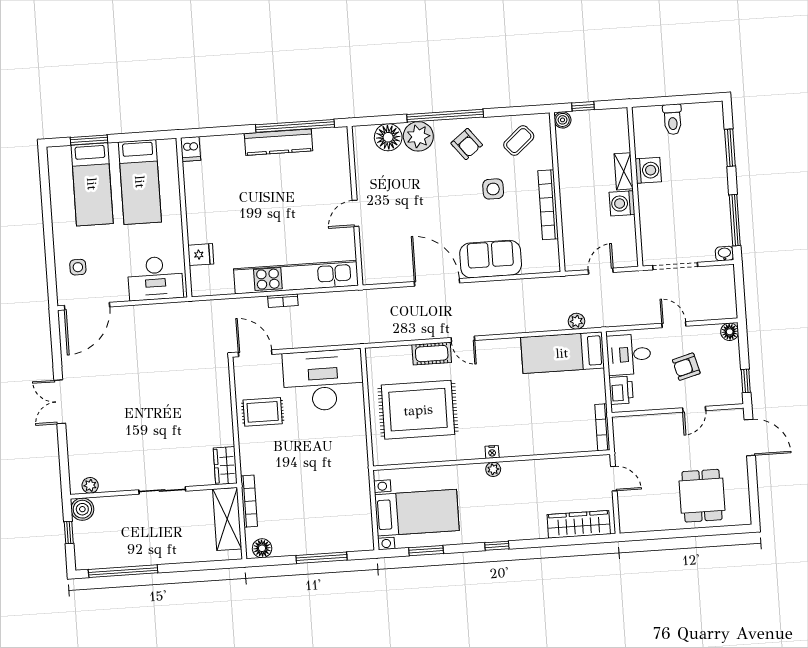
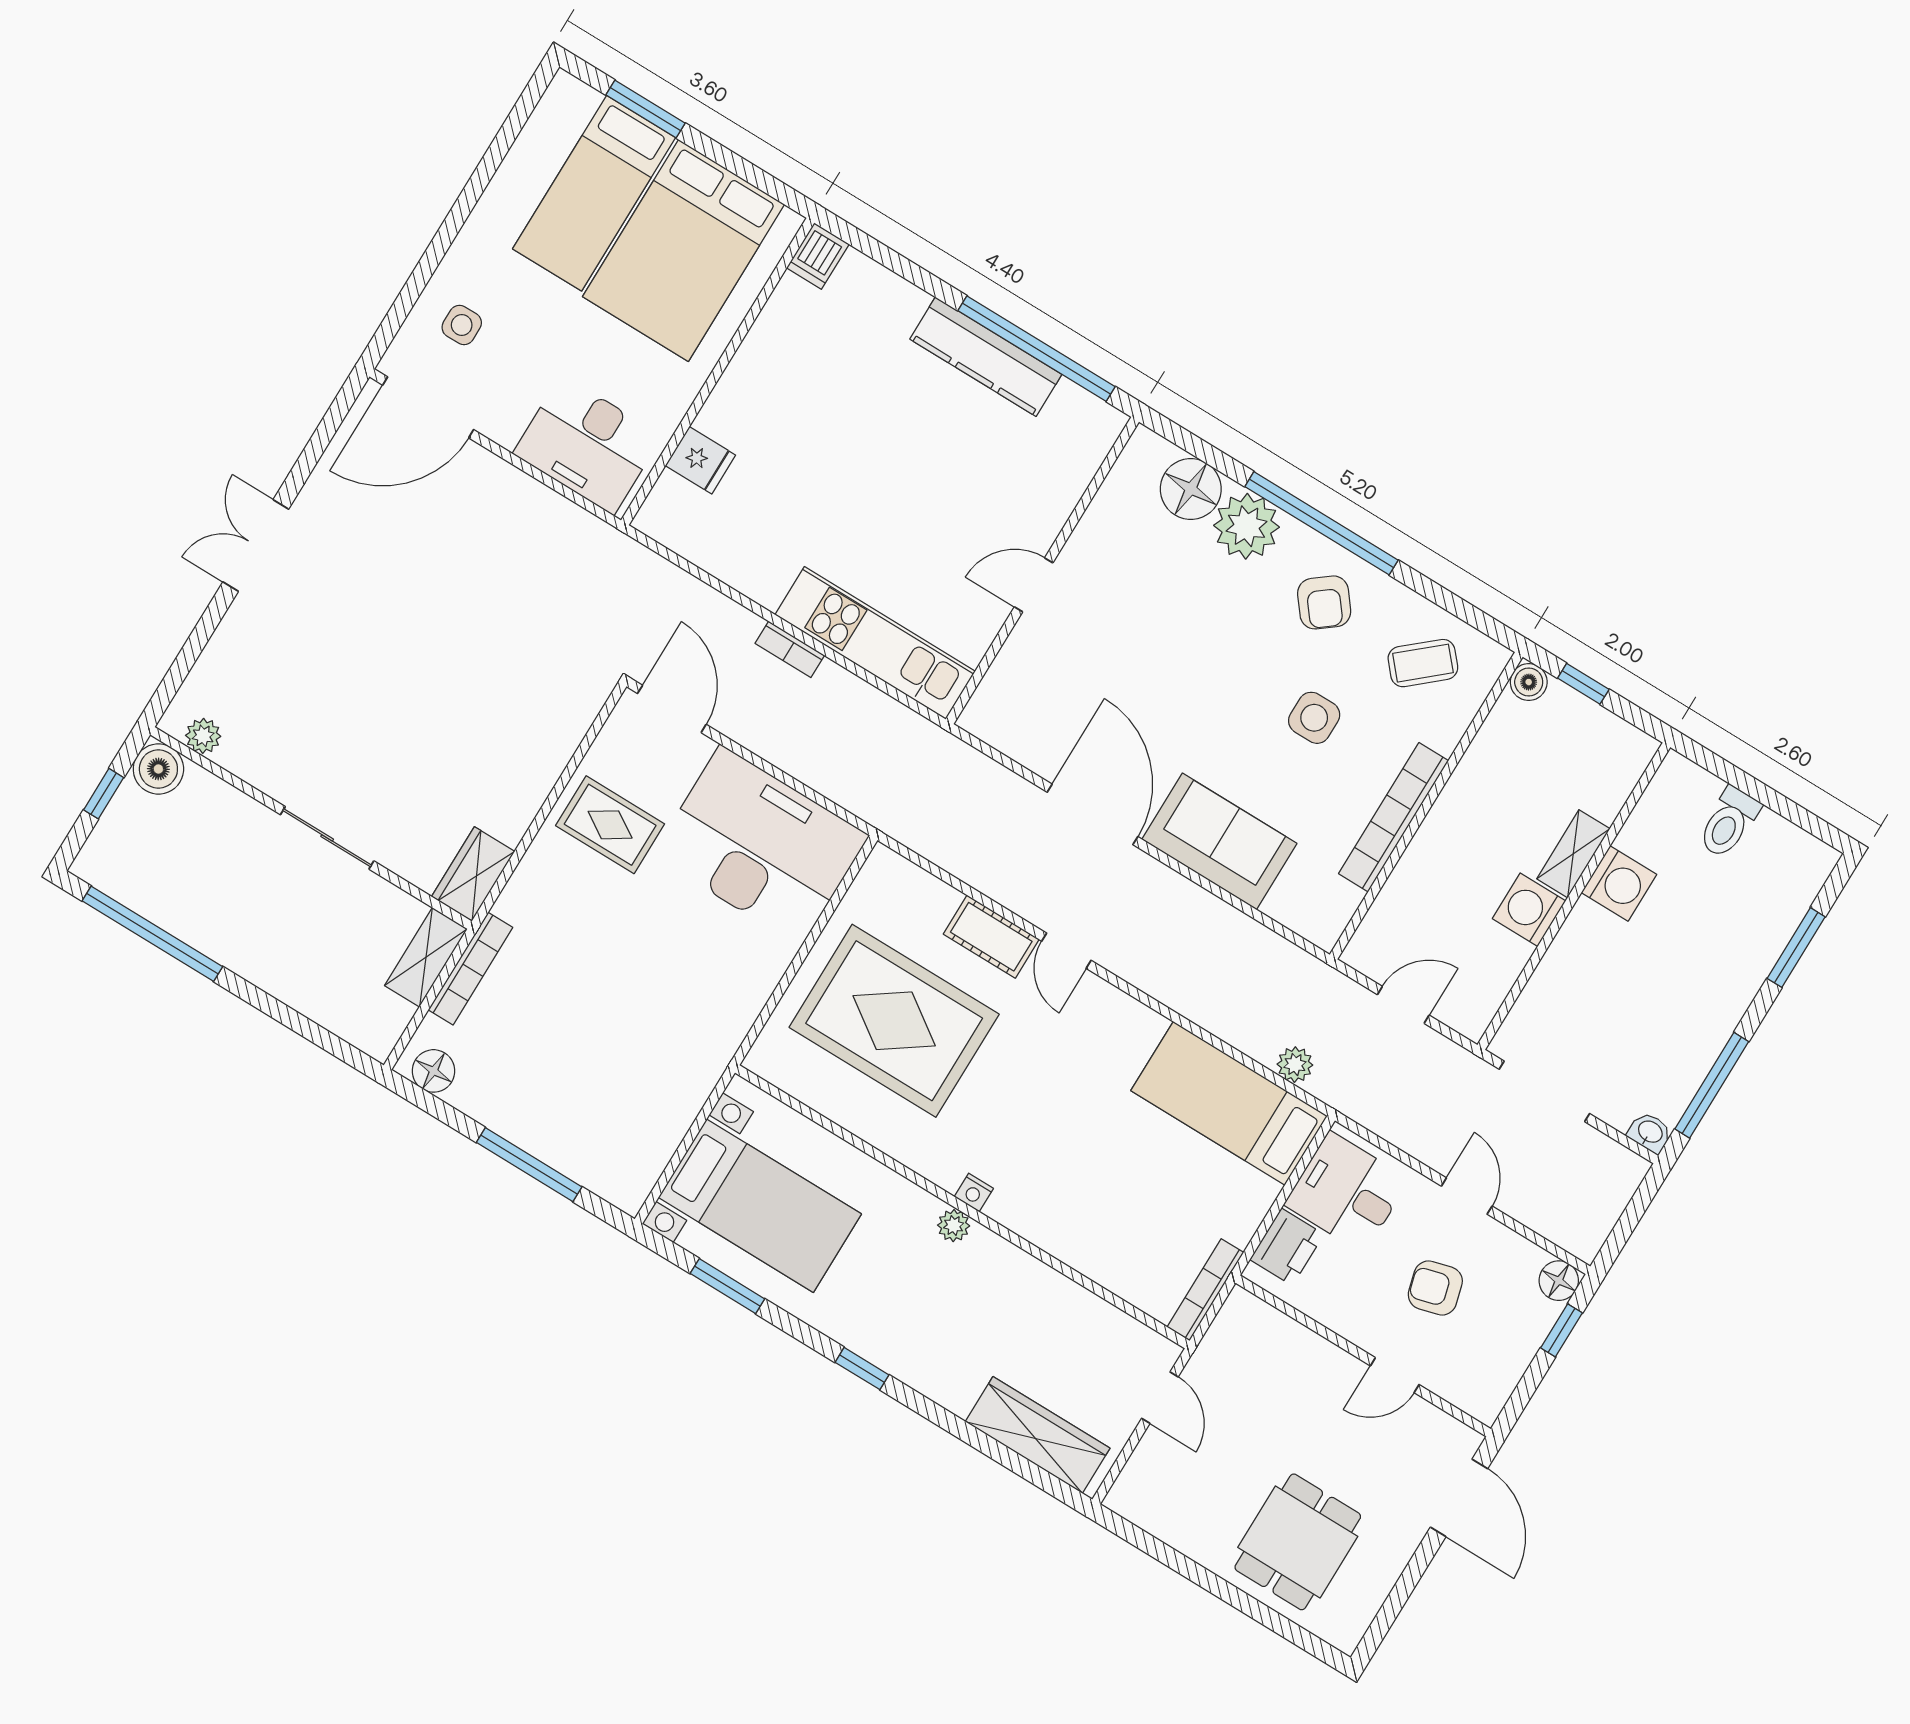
bed: (140, 182) -> (684, 251), width x1.50
kitchen unit: (296, 277) -> (875, 643), width x0.73
window: (746, 381) -> (1562, 1330), moved
shelving: (227, 519) -> (426, 957), width x0.67, depth x0.75

